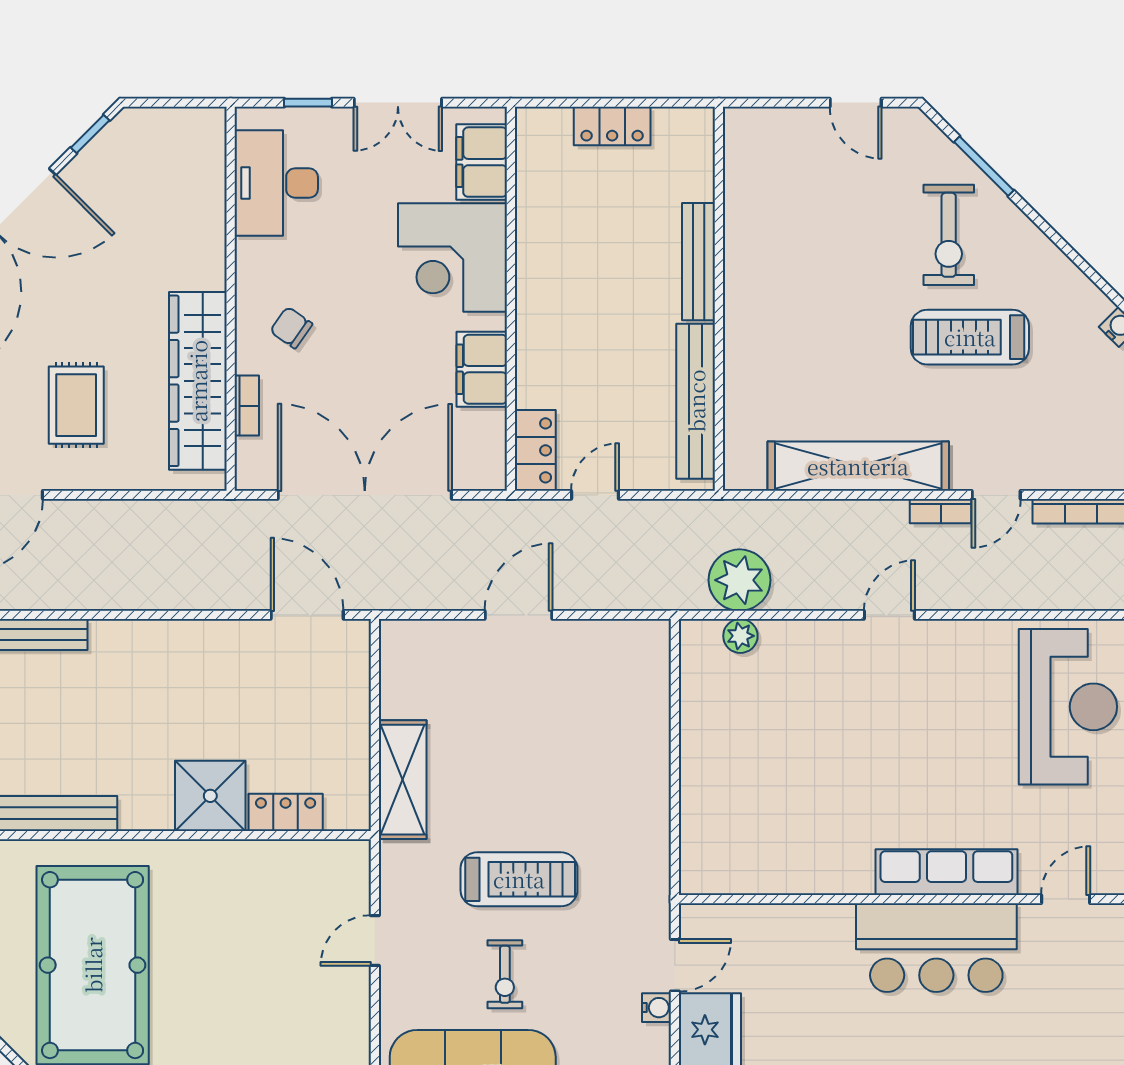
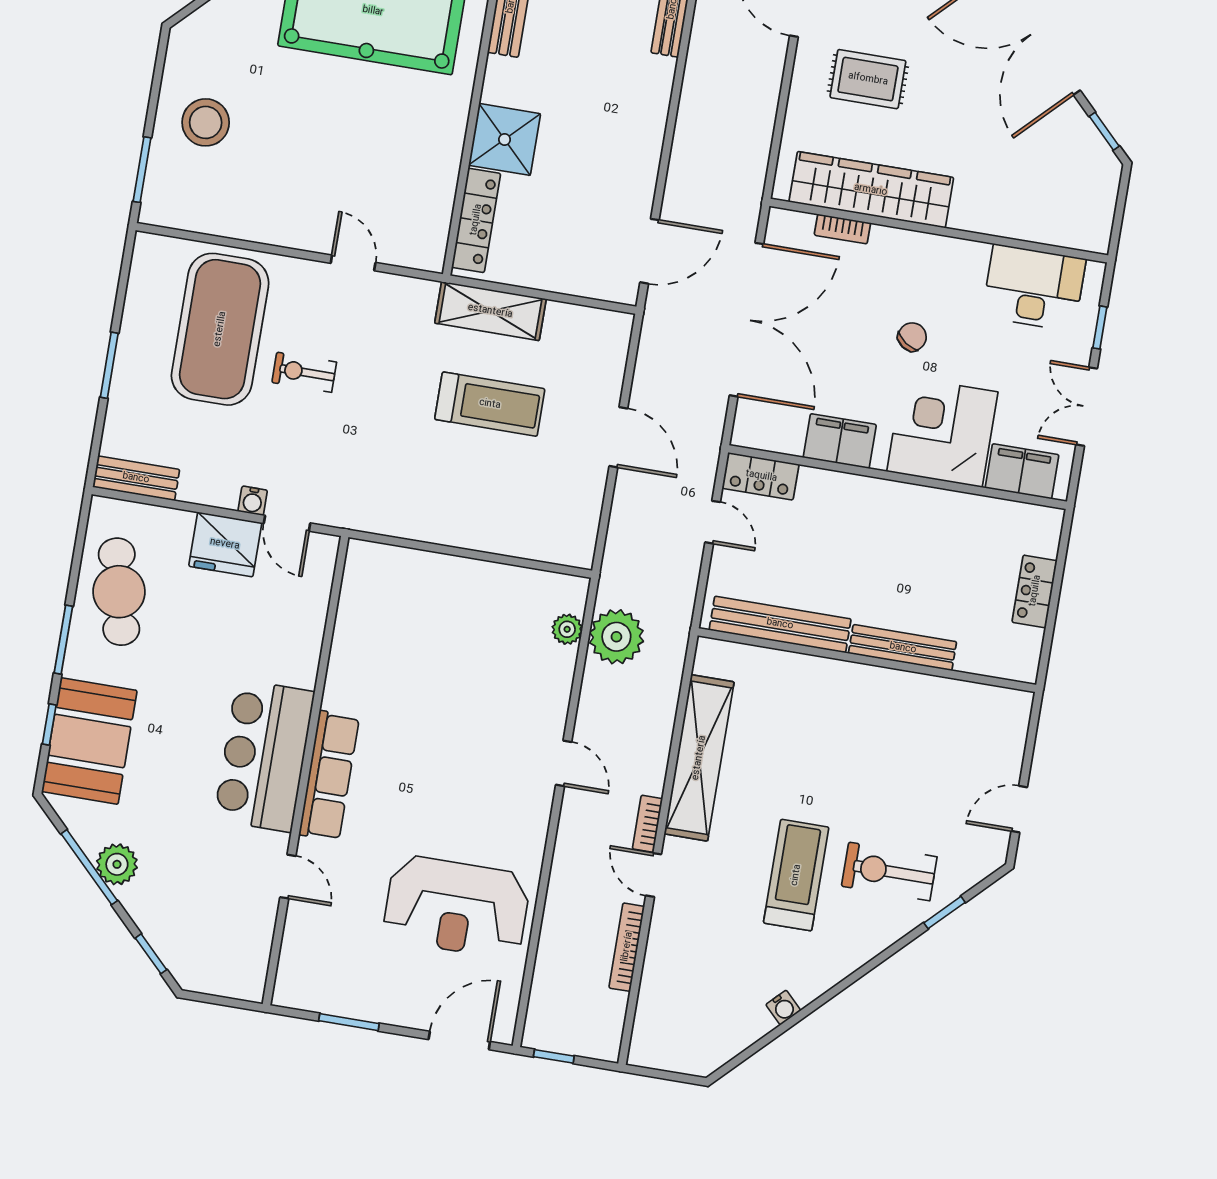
window: (984, 166) -> (945, 913), width x0.67
chair: (291, 328) -> (912, 337), moved
locker: (286, 812) -> (476, 220), width x1.53
treadmill: (519, 879) -> (490, 404), moved, turned -90

